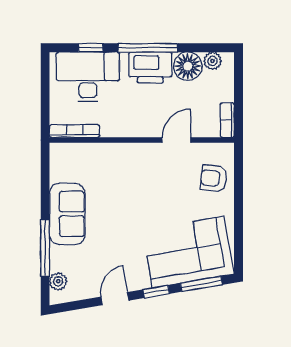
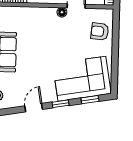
floor lamp: (155, 150) -> (62, 12), added
window: (201, 284) -> (90, 100), width x0.67

